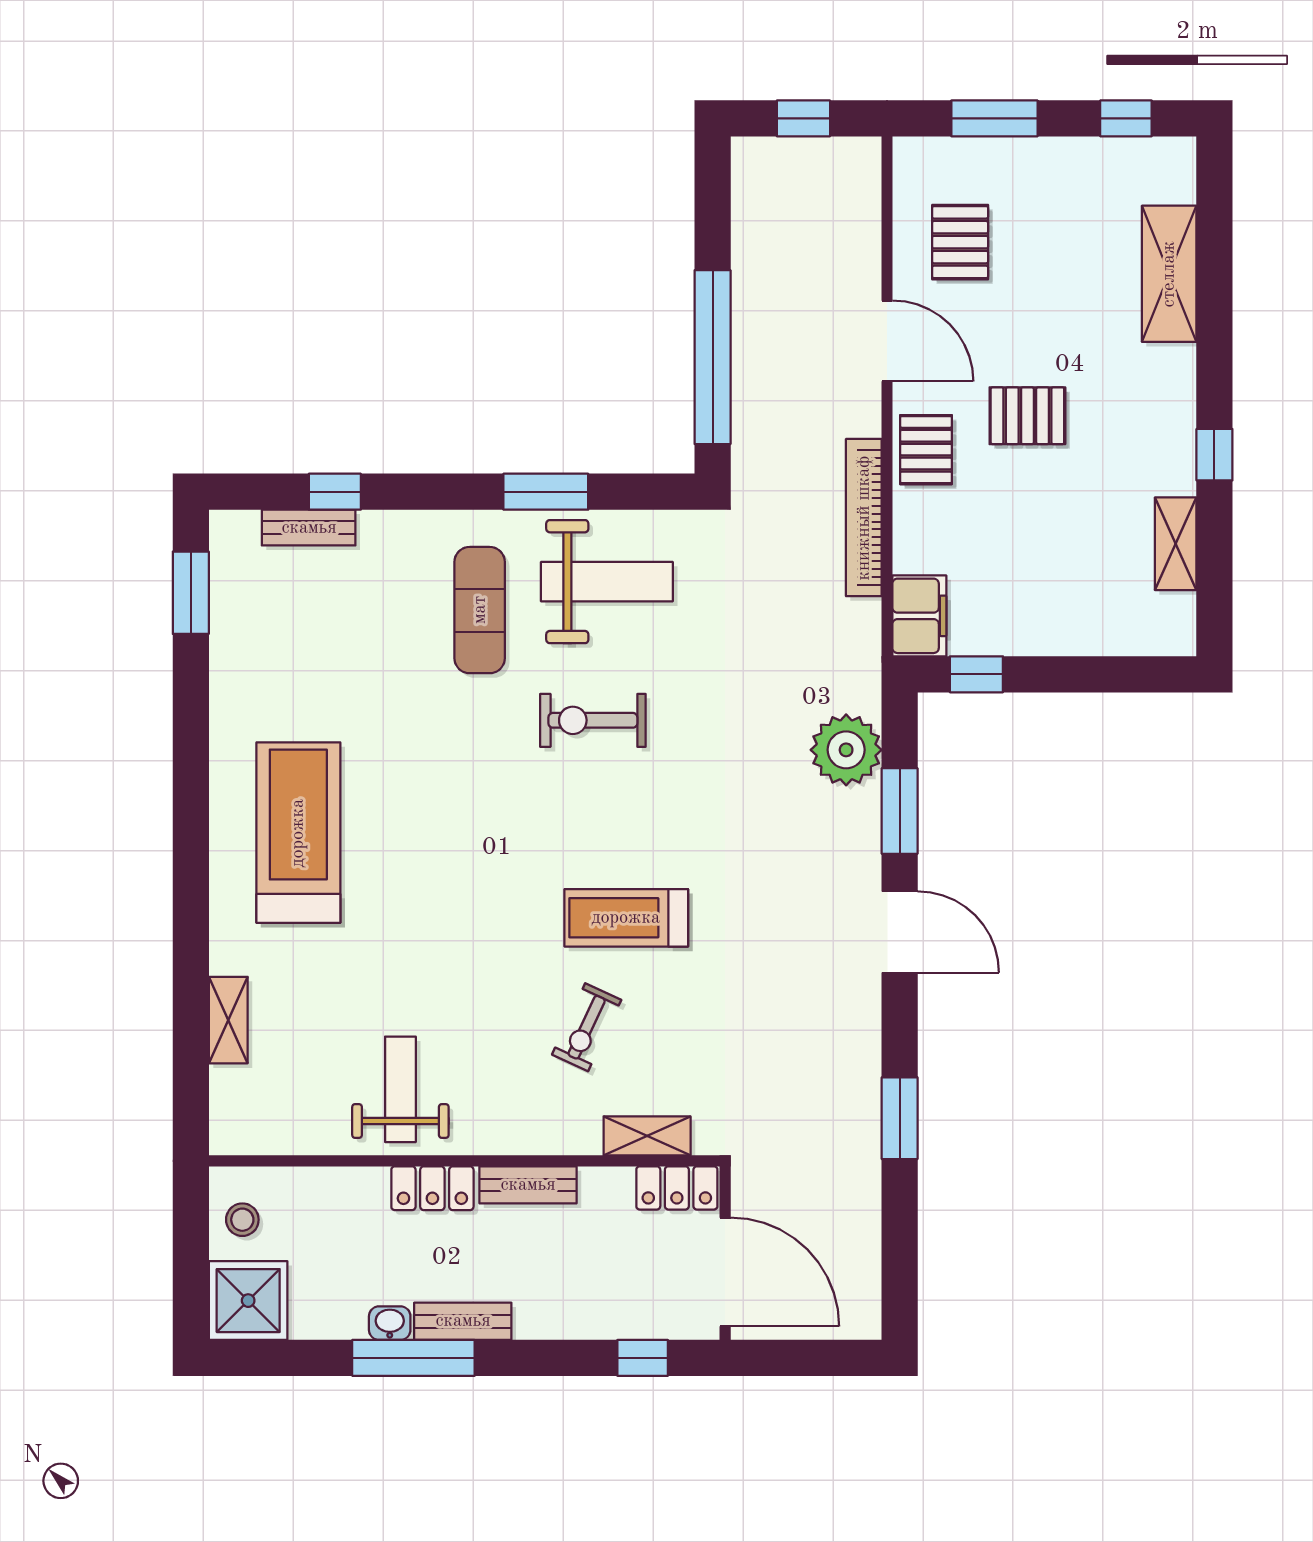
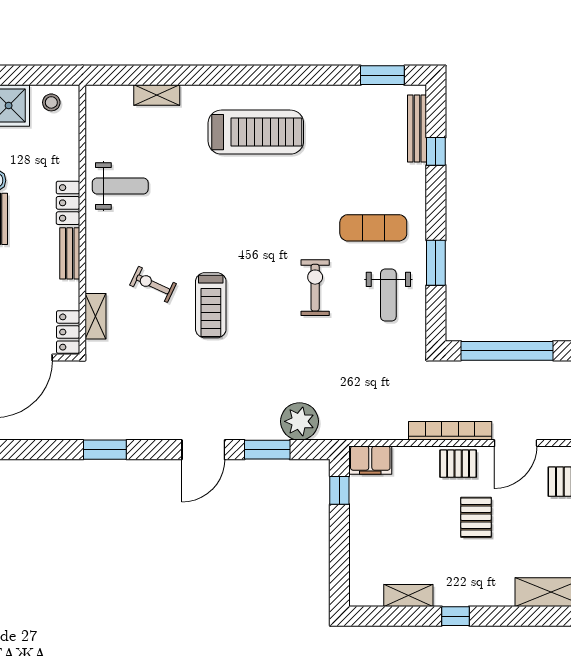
bookcase: (864, 518) -> (450, 431), moved
bench: (309, 528) -> (417, 129), width x1.36
weight bench: (607, 582) -> (388, 295), width x0.73, depth x0.75
treadmill: (626, 918) -> (211, 305), turned 180

